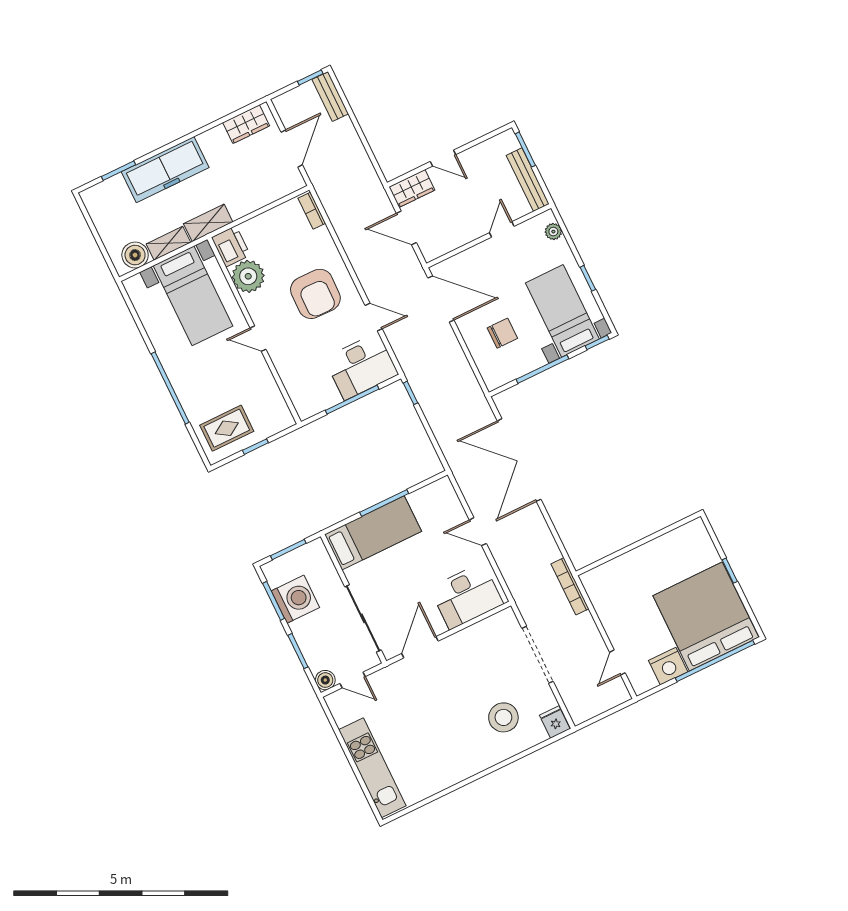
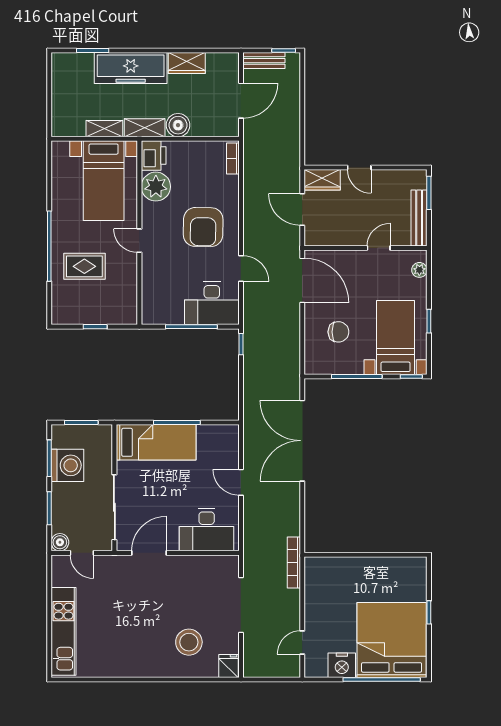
bench: (330, 97) -> (264, 61), moved, turned 90
wardrobe: (246, 124) -> (187, 63), moved
boiler: (135, 255) -> (178, 125), moved
rug: (227, 428) -> (84, 266), moved

